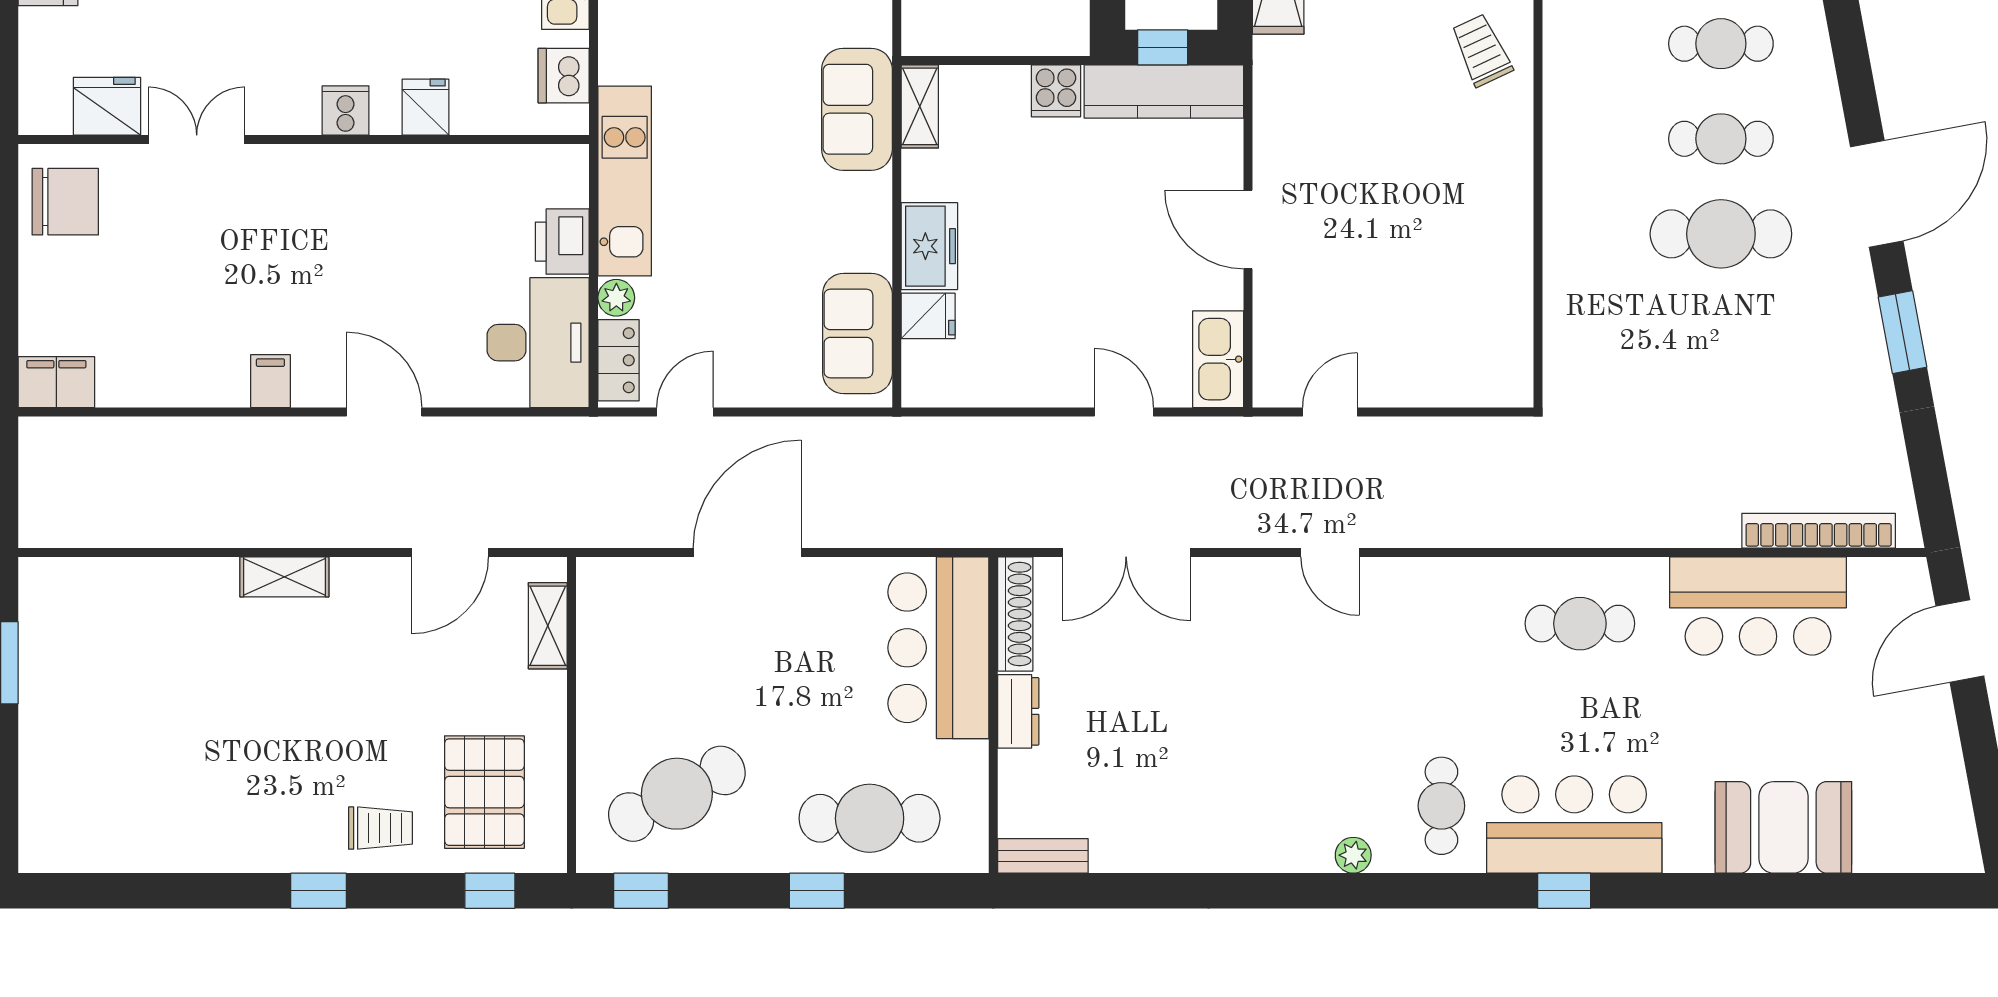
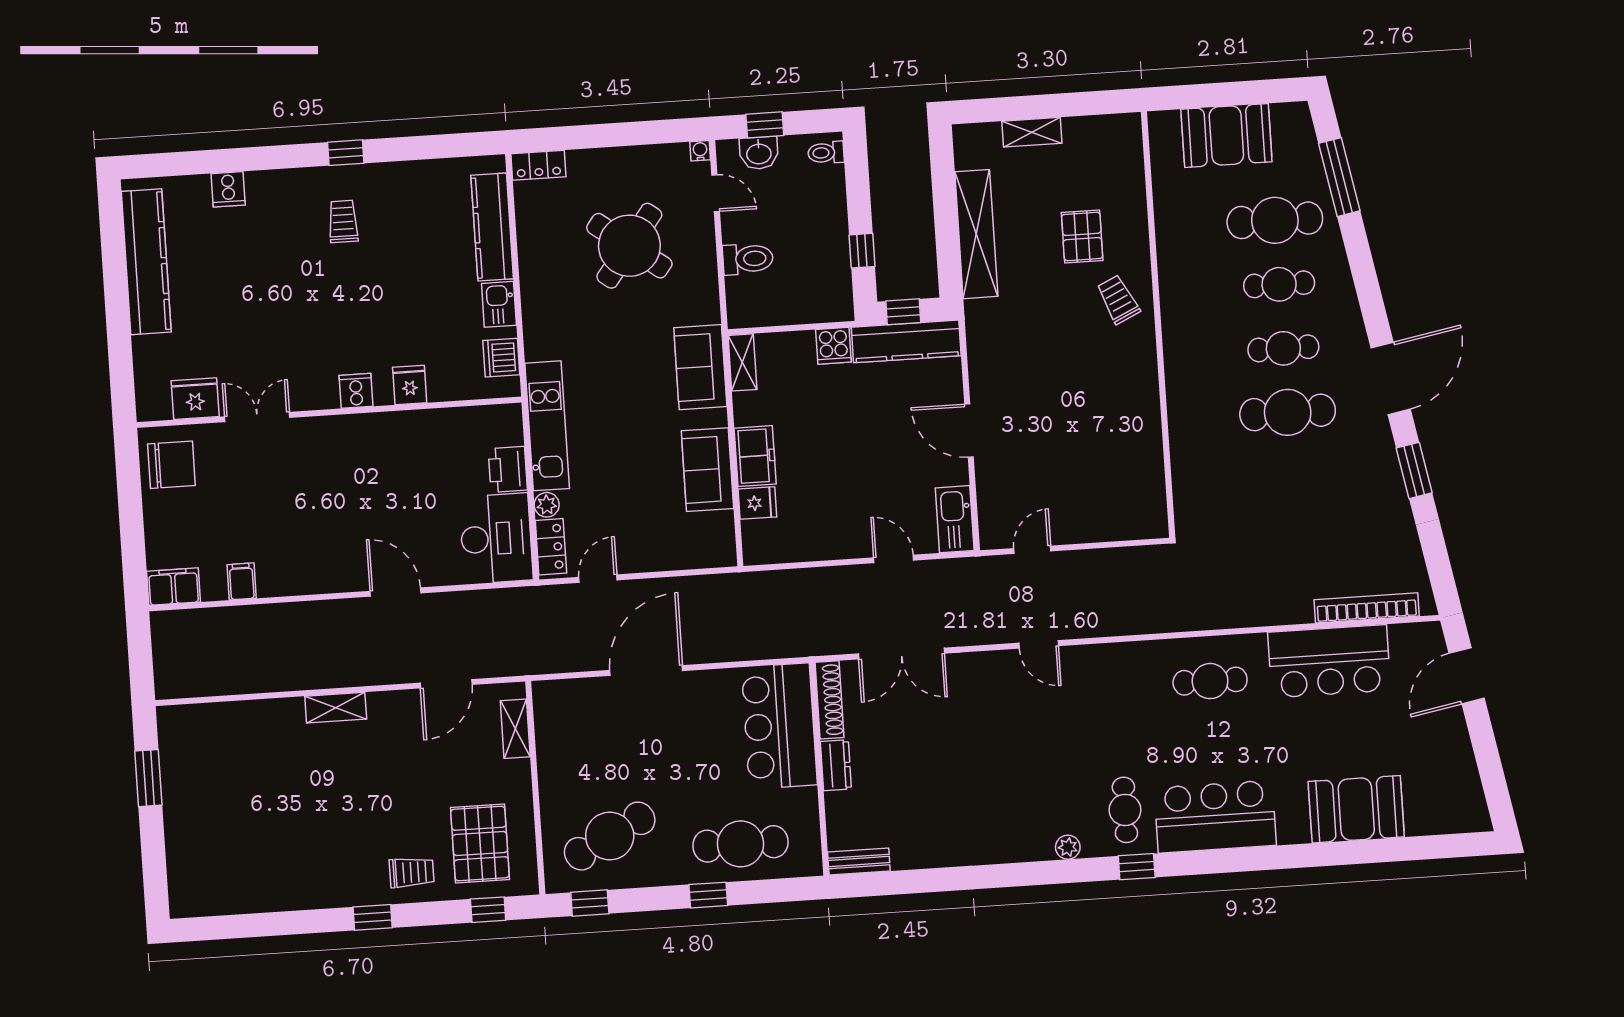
sofa: (857, 333) -> (707, 470), moved
filing cabinet: (270, 381) -> (242, 581), moved
window: (1564, 891) -> (1137, 867), moved

